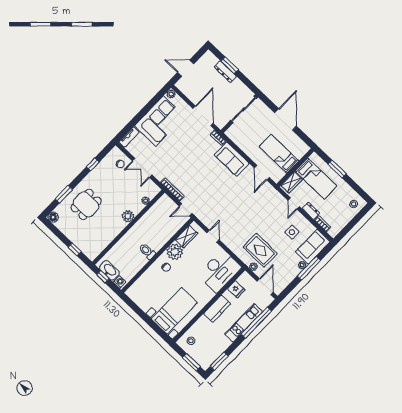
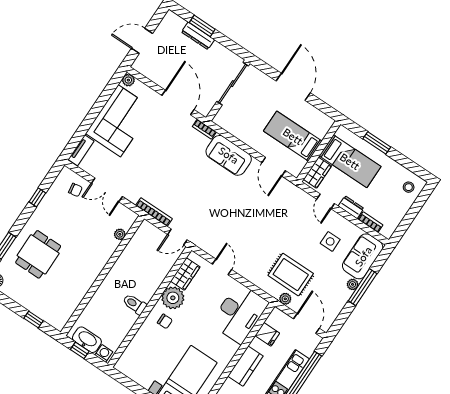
plant: (128, 216) -> (99, 260), removed

